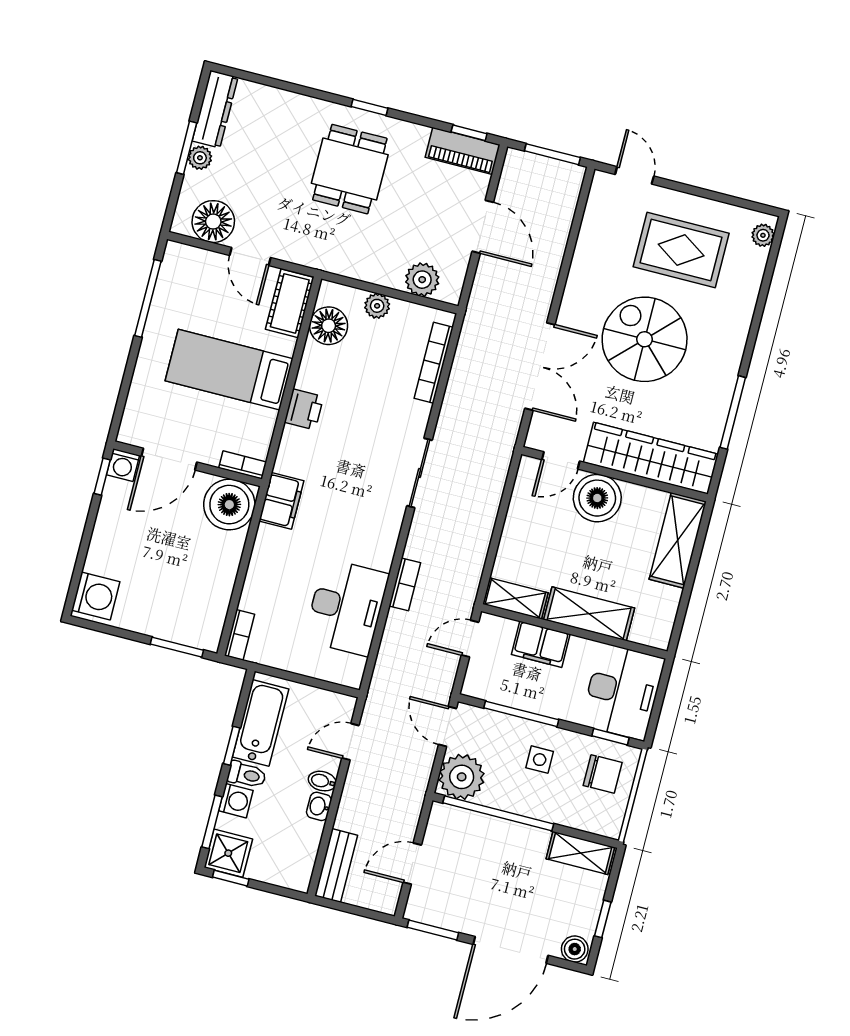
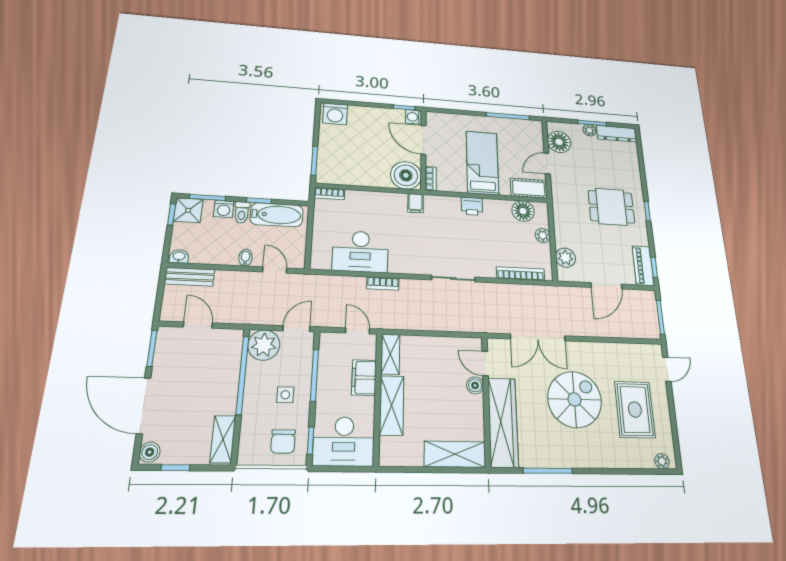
boiler: (597, 498) -> (475, 385), width x0.54, depth x0.54
filing cabinet: (281, 501) -> (416, 203), width x0.50
washbasin: (319, 806) -> (179, 256), moved

